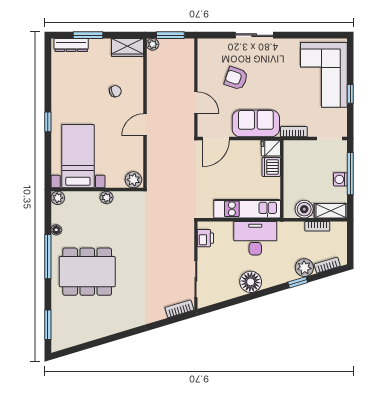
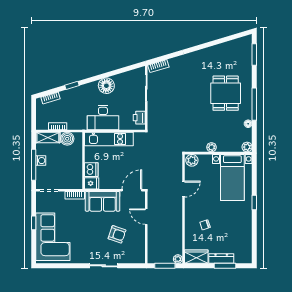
dresser: (71, 45) -> (221, 259), moved
door: (145, 125) -> (183, 189), moved
plant: (304, 268) -> (67, 96), removed
dining table: (87, 272) -> (226, 93), width x0.73

